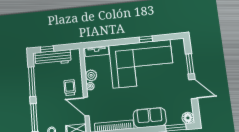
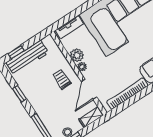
window: (32, 82) -> (19, 94), width x0.46
door: (86, 107) -> (89, 89), hinge flipped

